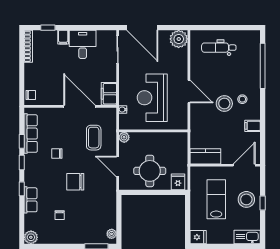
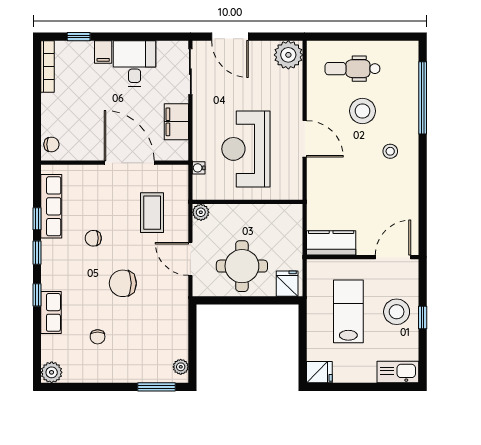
door: (142, 28) -> (230, 37), width x0.73
filing cabinet: (109, 94) -> (176, 122), moved
stool: (224, 104) -> (362, 111), moved
filing cabinet: (253, 126) -> (407, 194), removed

